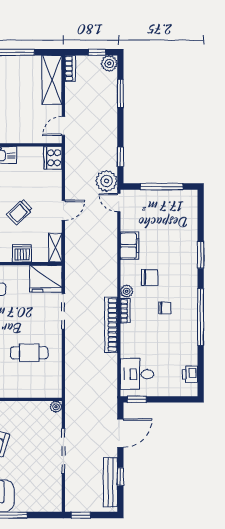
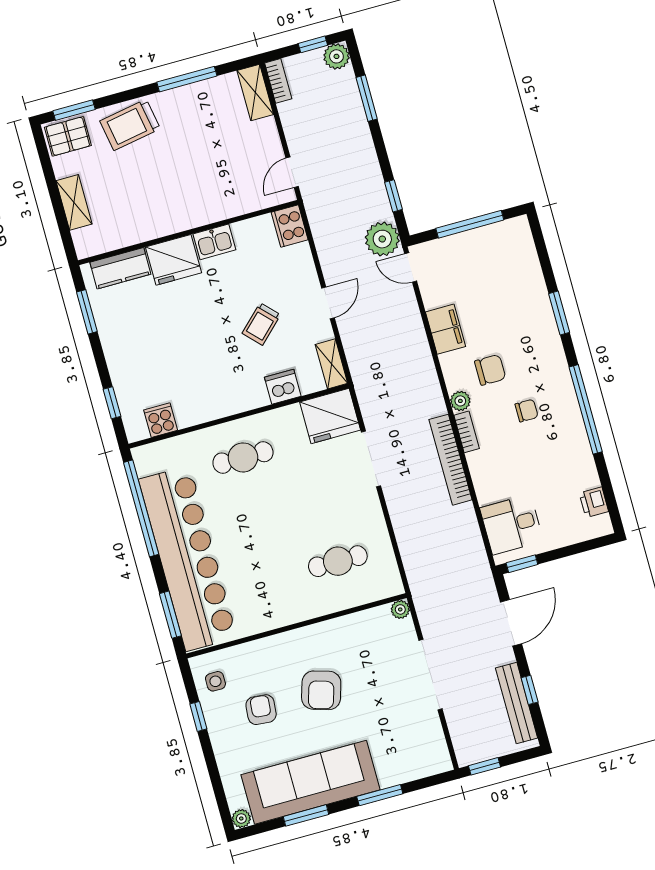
shelving: (52, 80) -> (255, 93), width x0.67, depth x0.75
cafe table: (29, 353) -> (338, 561), moved

